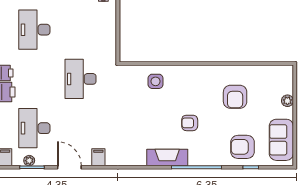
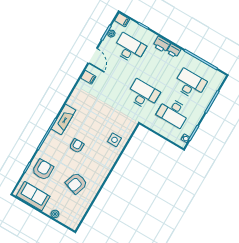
desk: (81, 30) -> (173, 112), added
armchair: (235, 97) -> (76, 183), turned -72
door: (69, 167) -> (93, 56), hinge flipped

